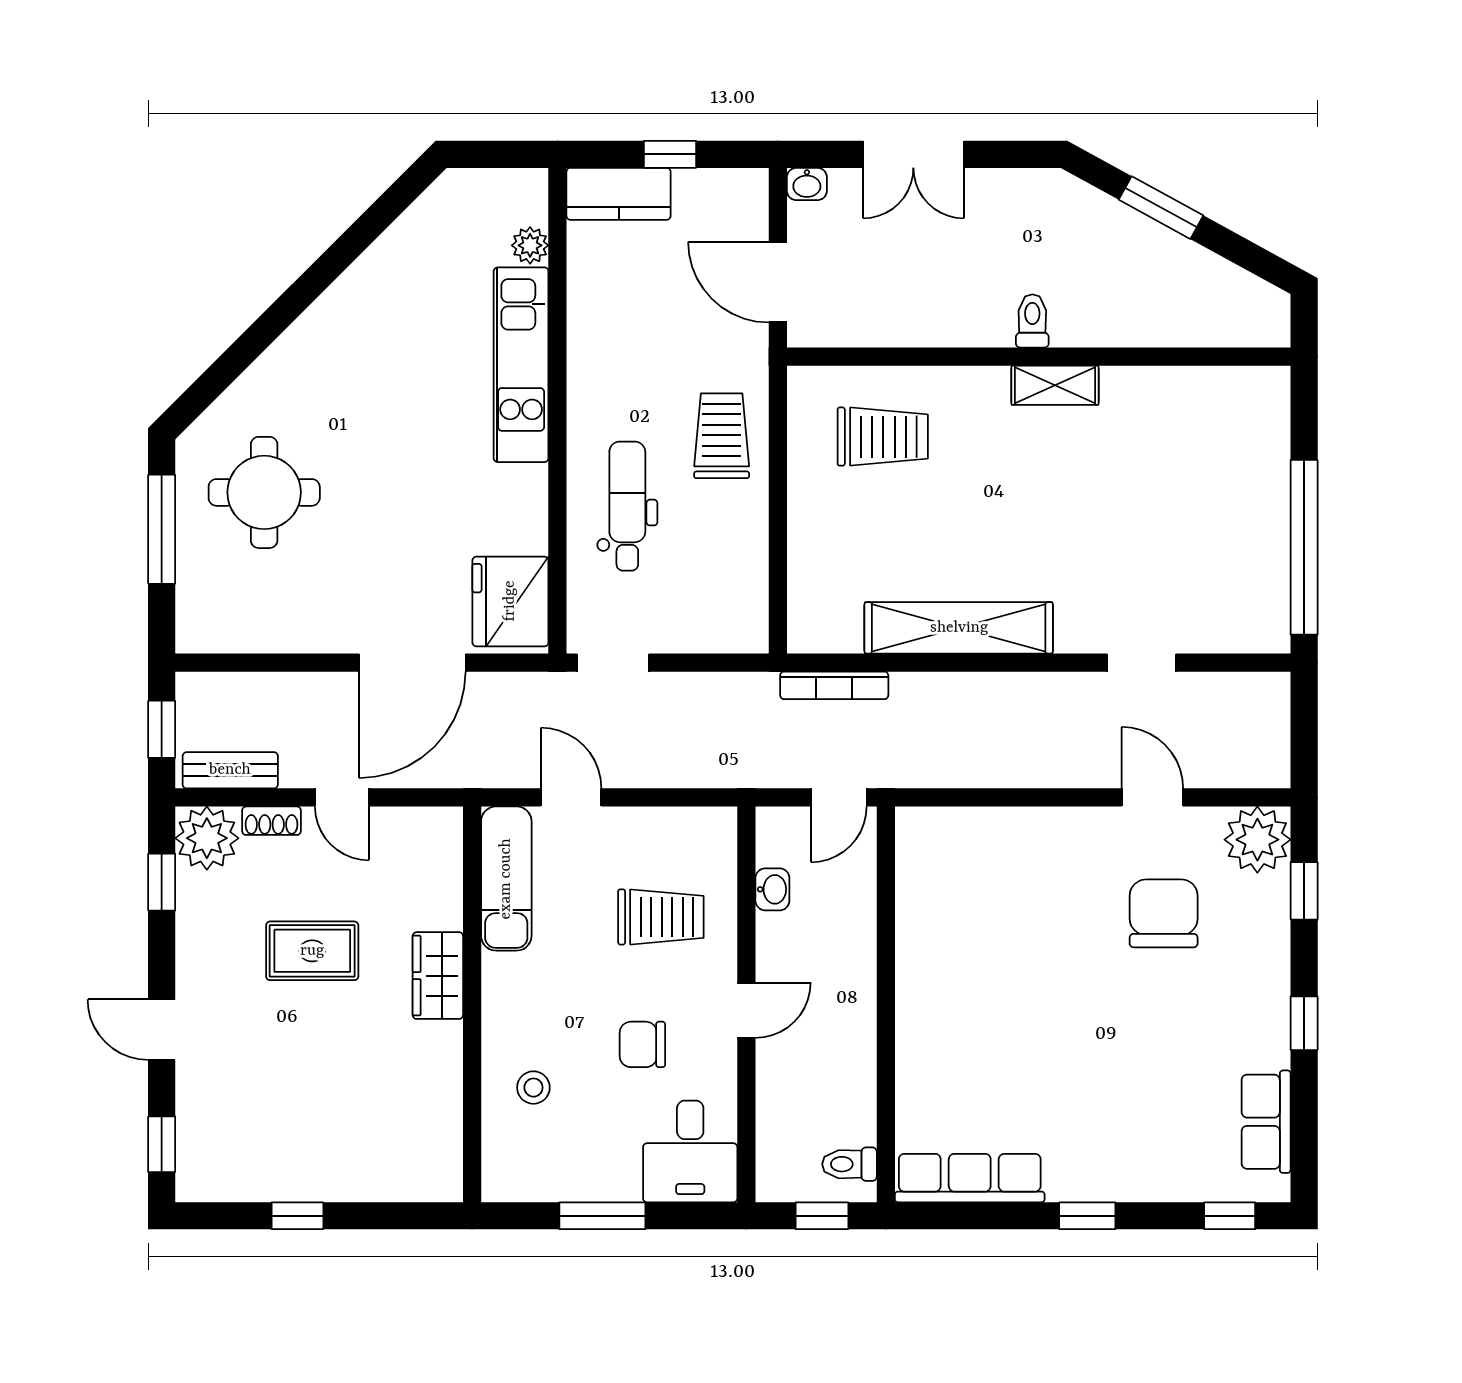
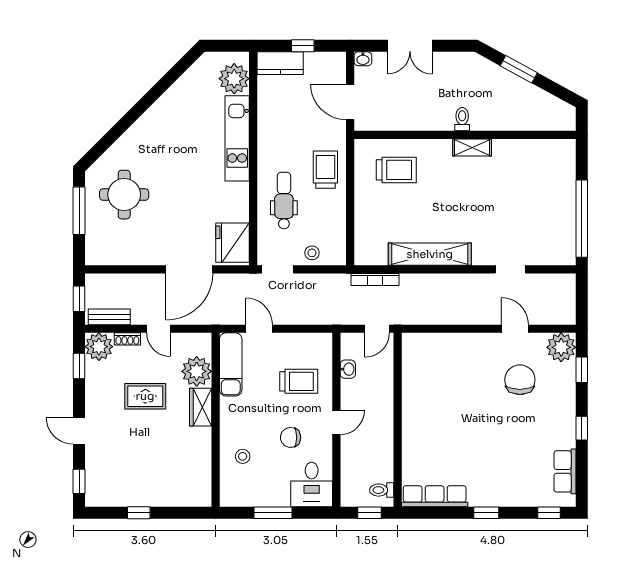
plant: (530, 245) -> (234, 79), width x1.87, depth x1.87
stool: (691, 625) -> (312, 253), added
plant: (429, 894) -> (197, 371), added

